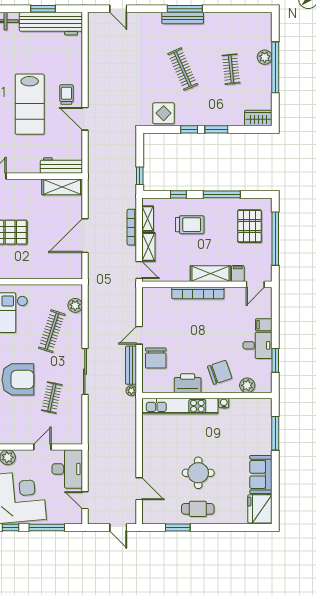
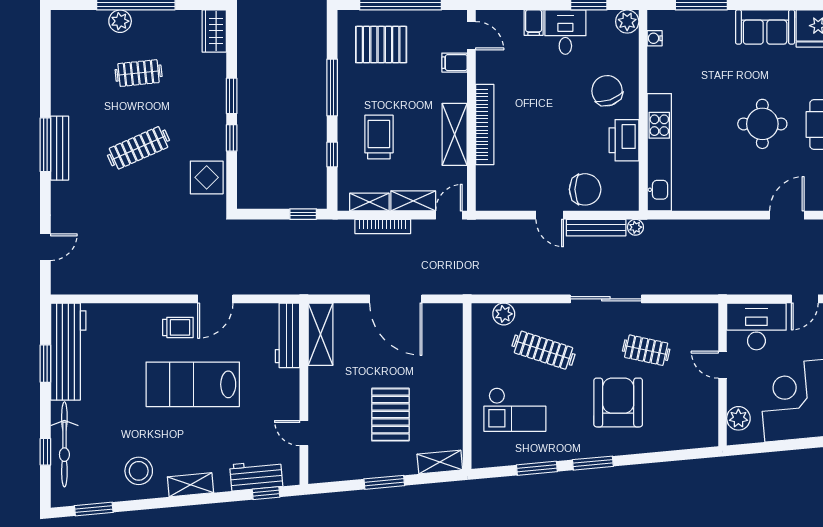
trolley: (66, 95) -> (178, 327), turned 180
lab bench: (30, 104) -> (193, 384), turned 180
shelving: (210, 274) -> (455, 134), moved
plant: (247, 385) -> (627, 22), moved
water cooler: (224, 403) -> (655, 38), moved

